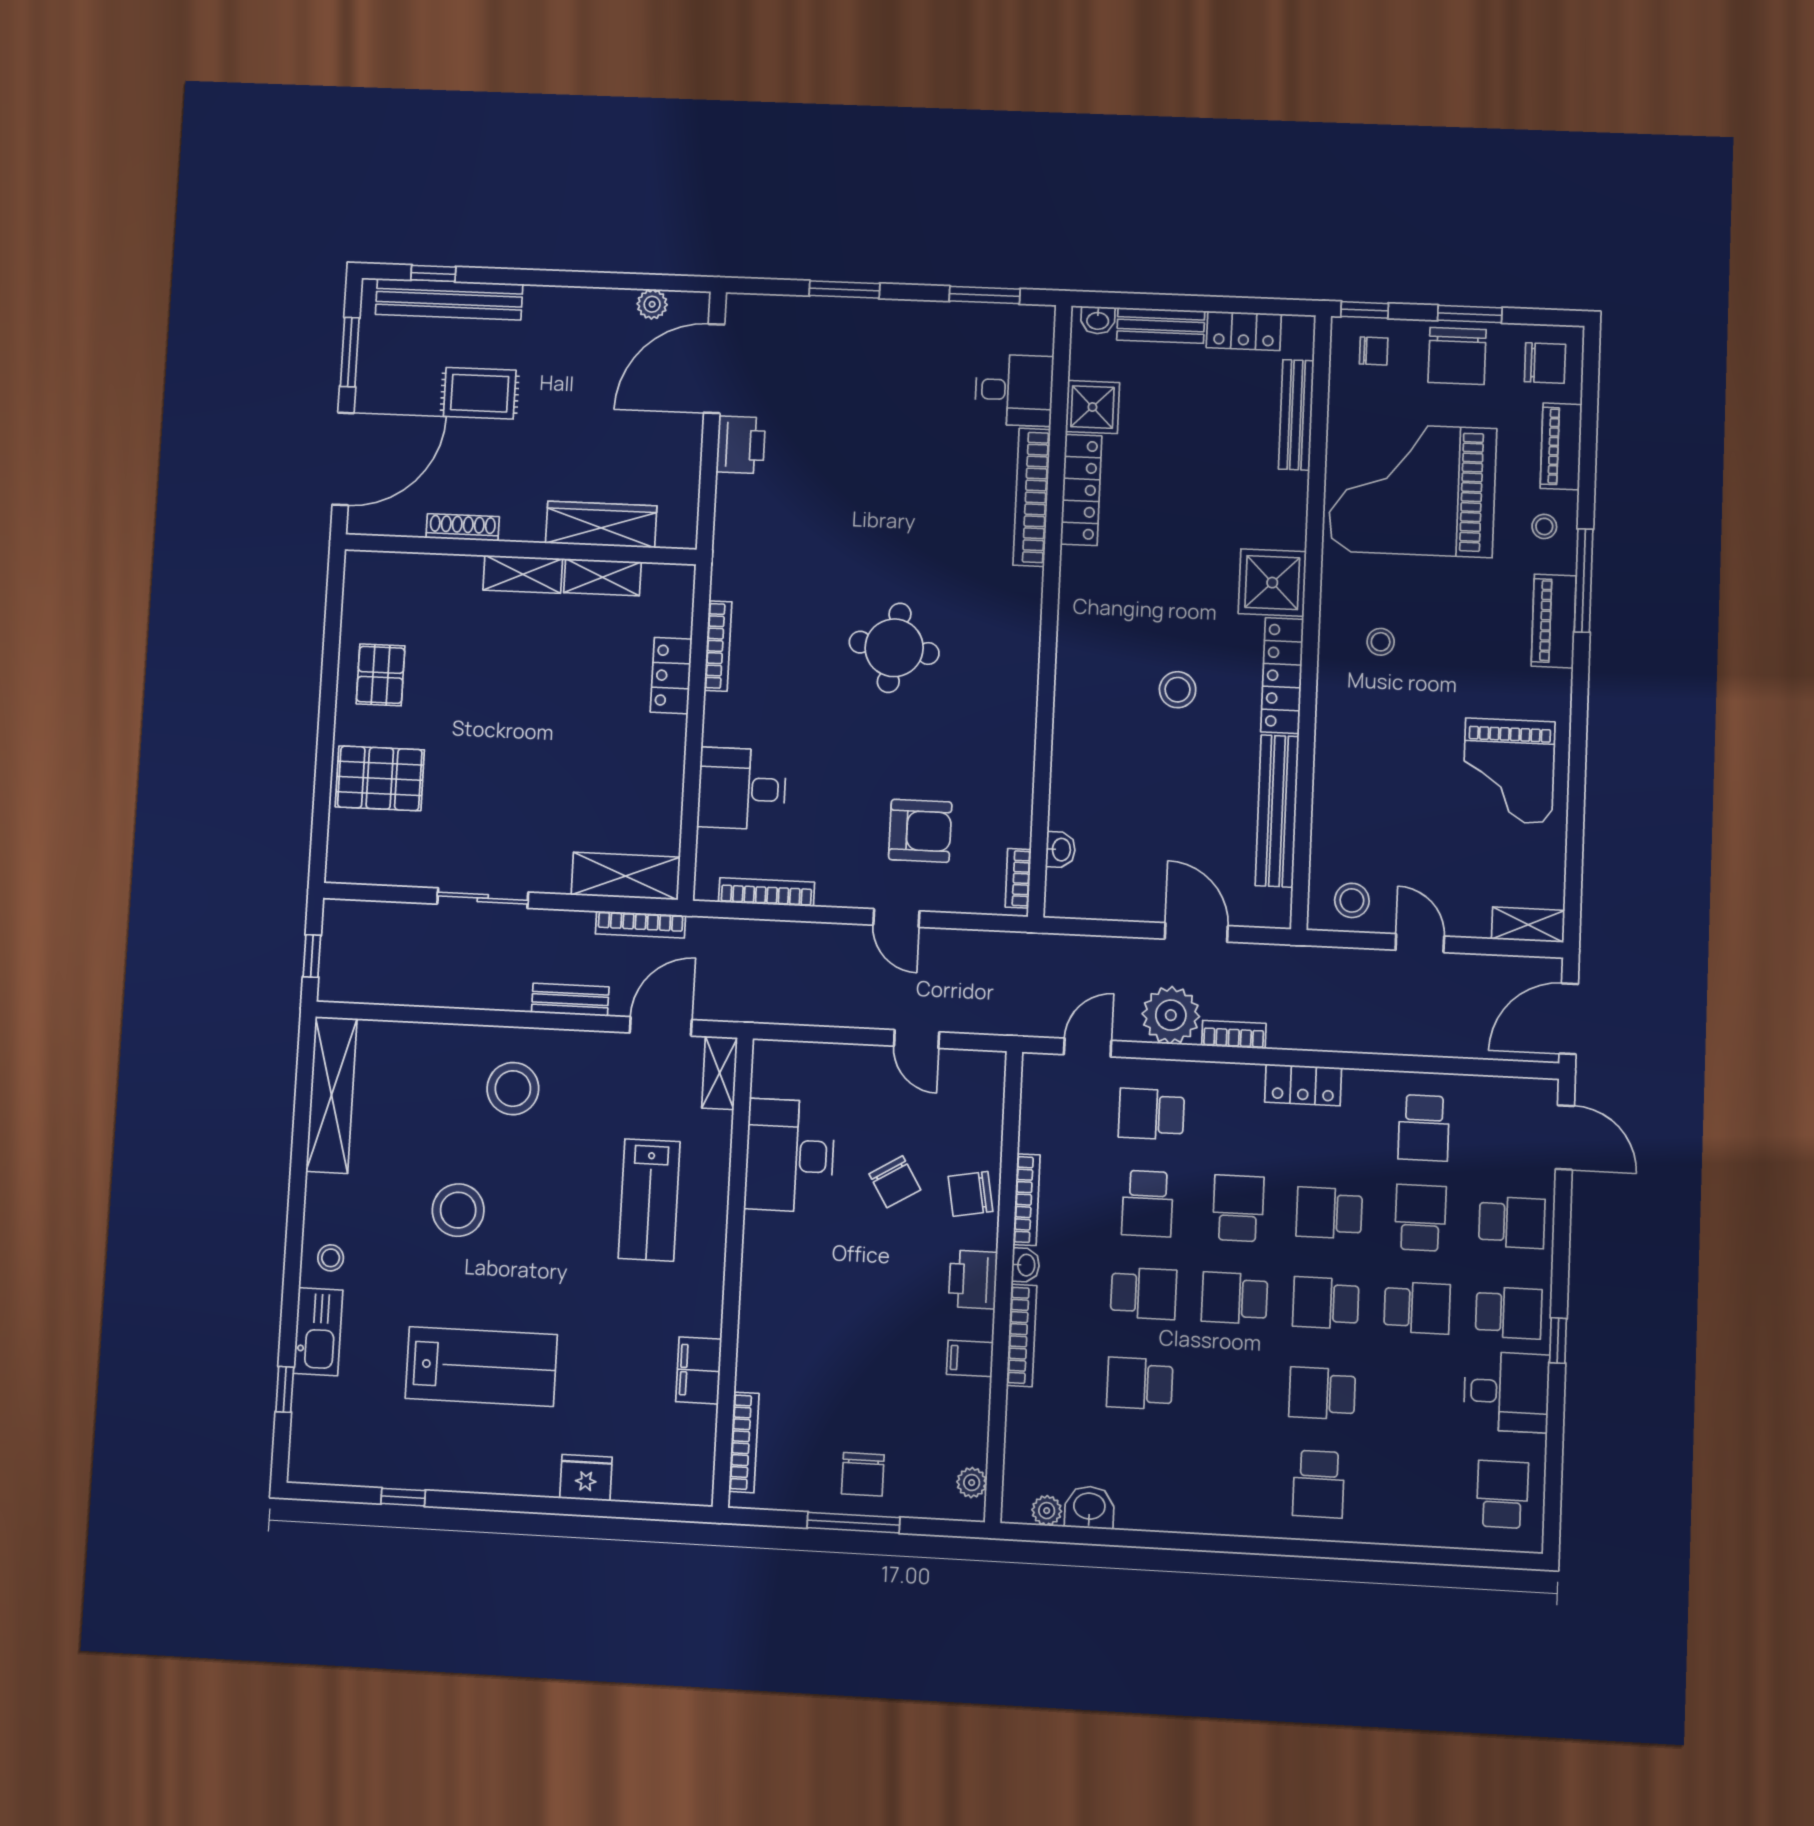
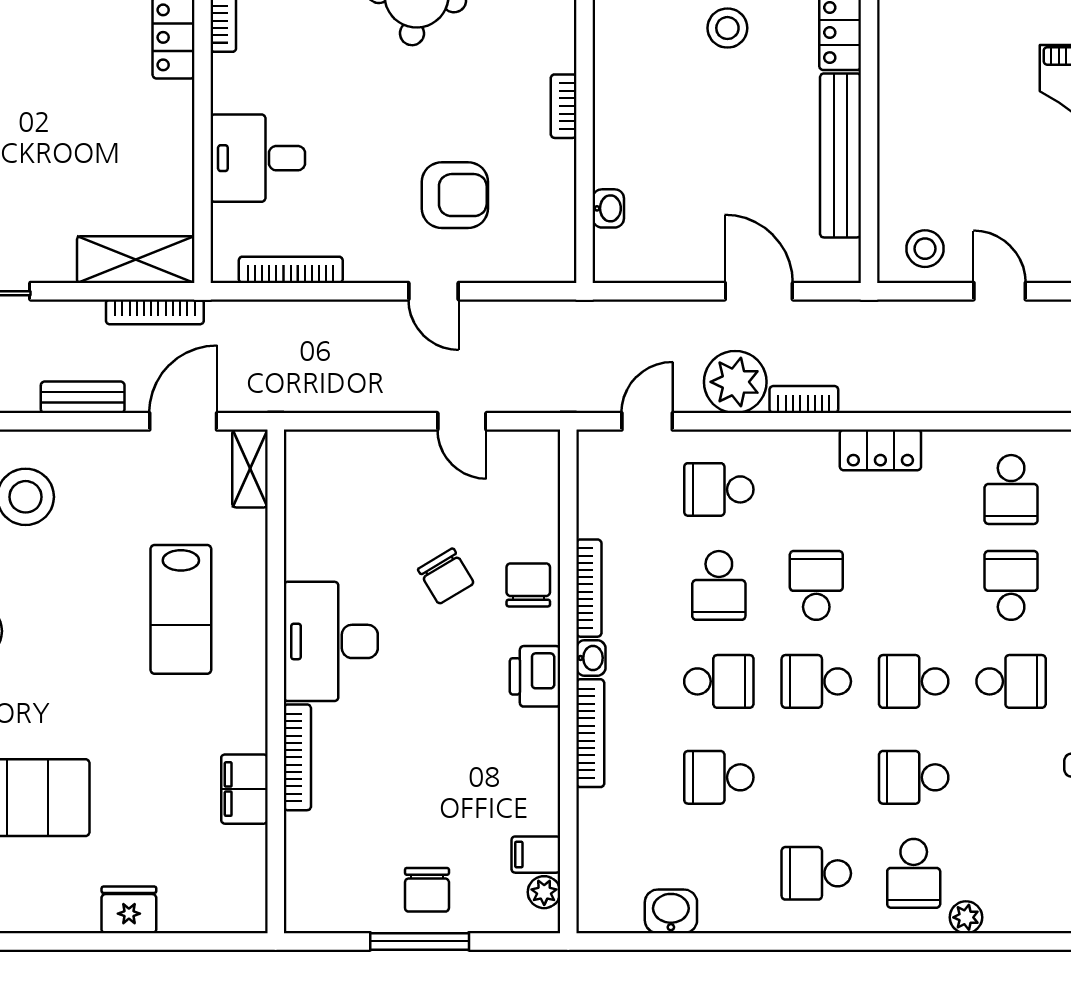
bookcase: (1018, 878) -> (564, 106), moved
desk: (790, 1155) -> (331, 641), moved
chair: (971, 1194) -> (528, 585), turned 100
school desk: (1329, 1213) -> (816, 873), moved
filing cabinet: (970, 1358) -> (536, 855), moved
bookcase: (744, 1442) -> (297, 757), moved
plant: (1047, 1511) -> (966, 917), moved

